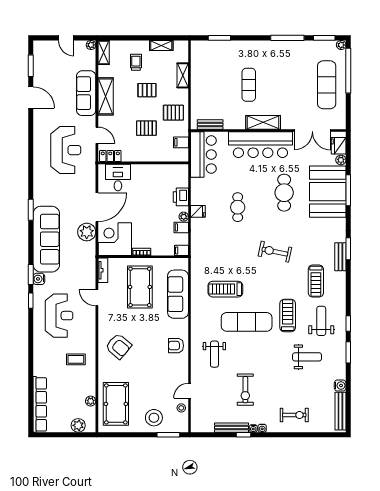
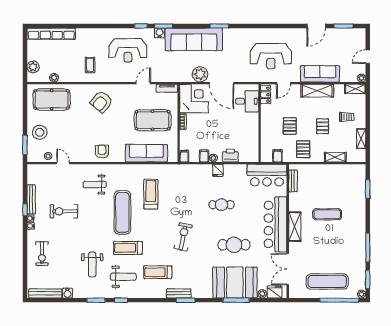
treadmill: (288, 315) -> (128, 248), turned 180

